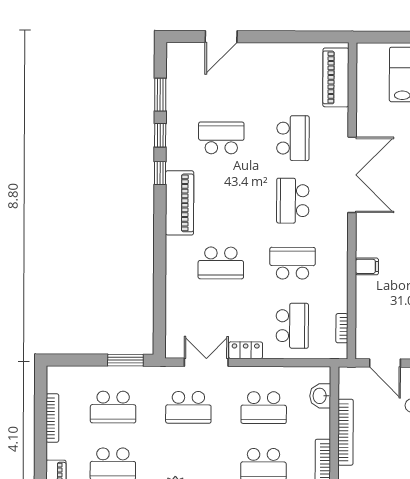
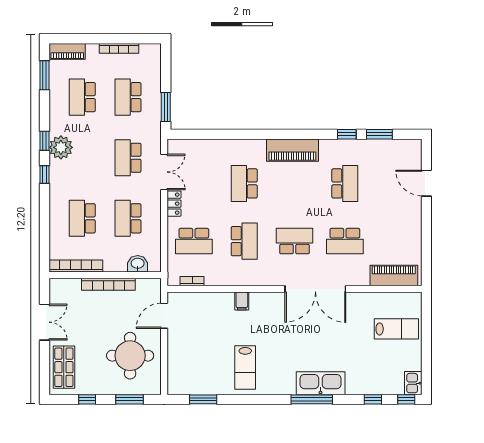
window: (160, 173) -> (316, 134), removed

